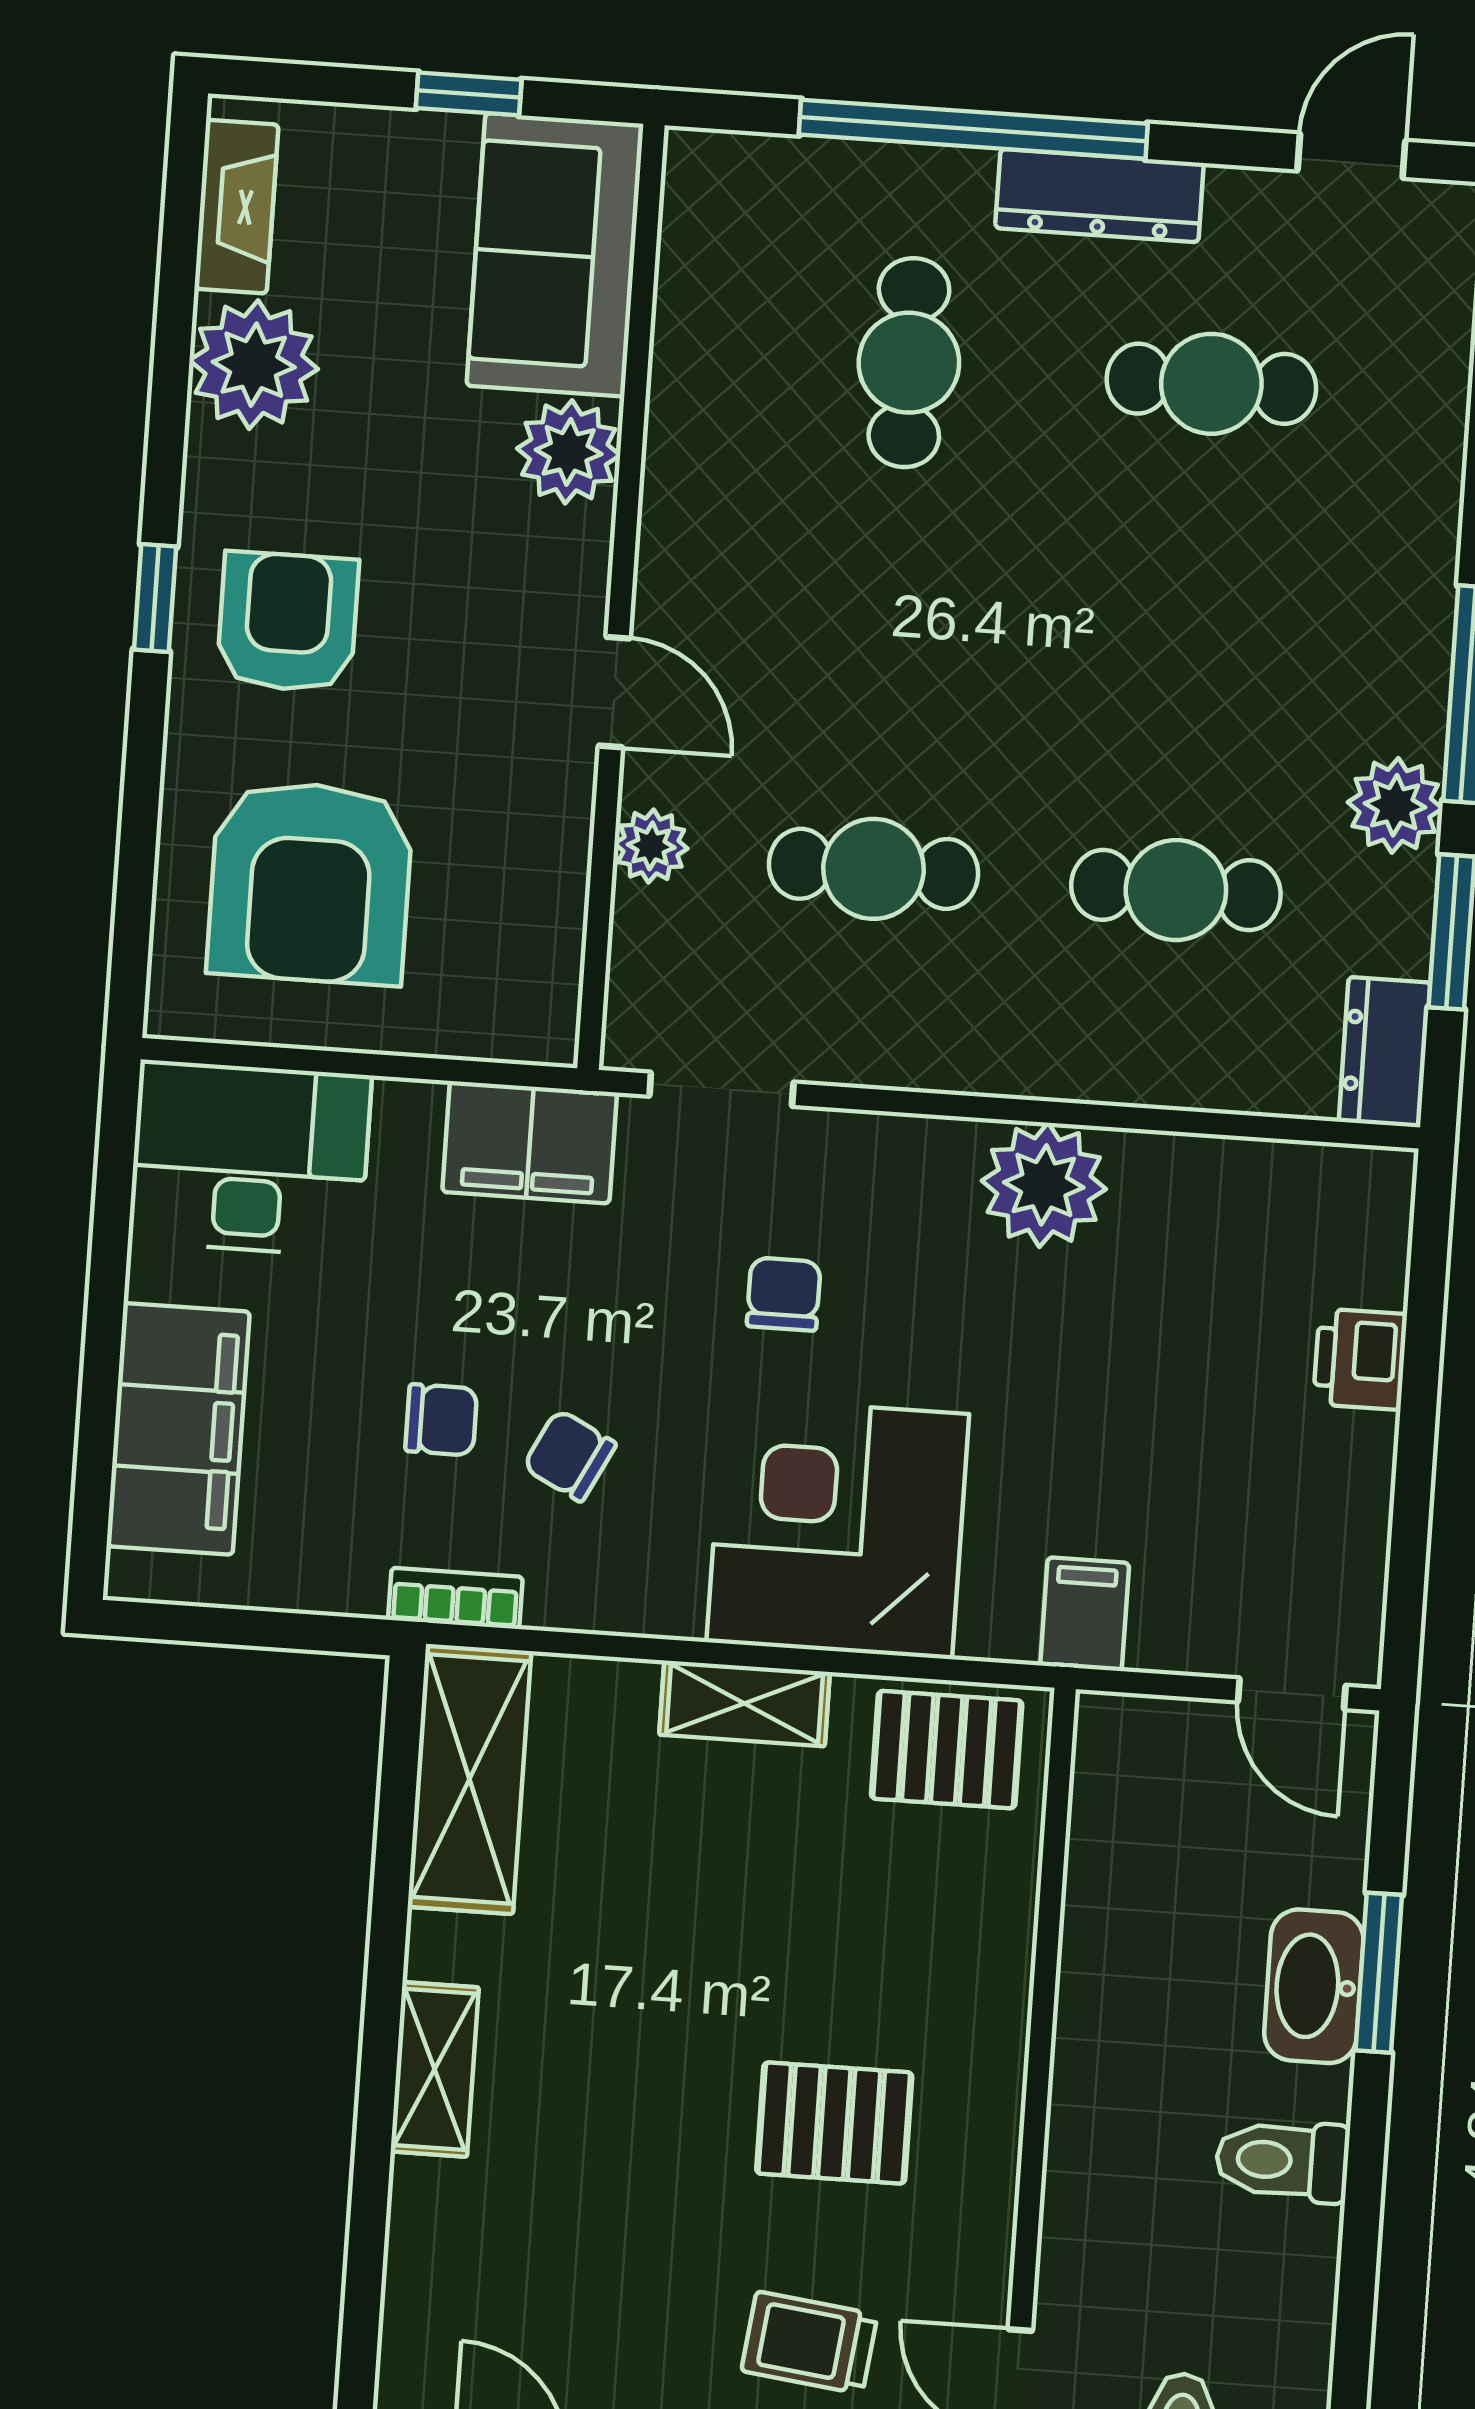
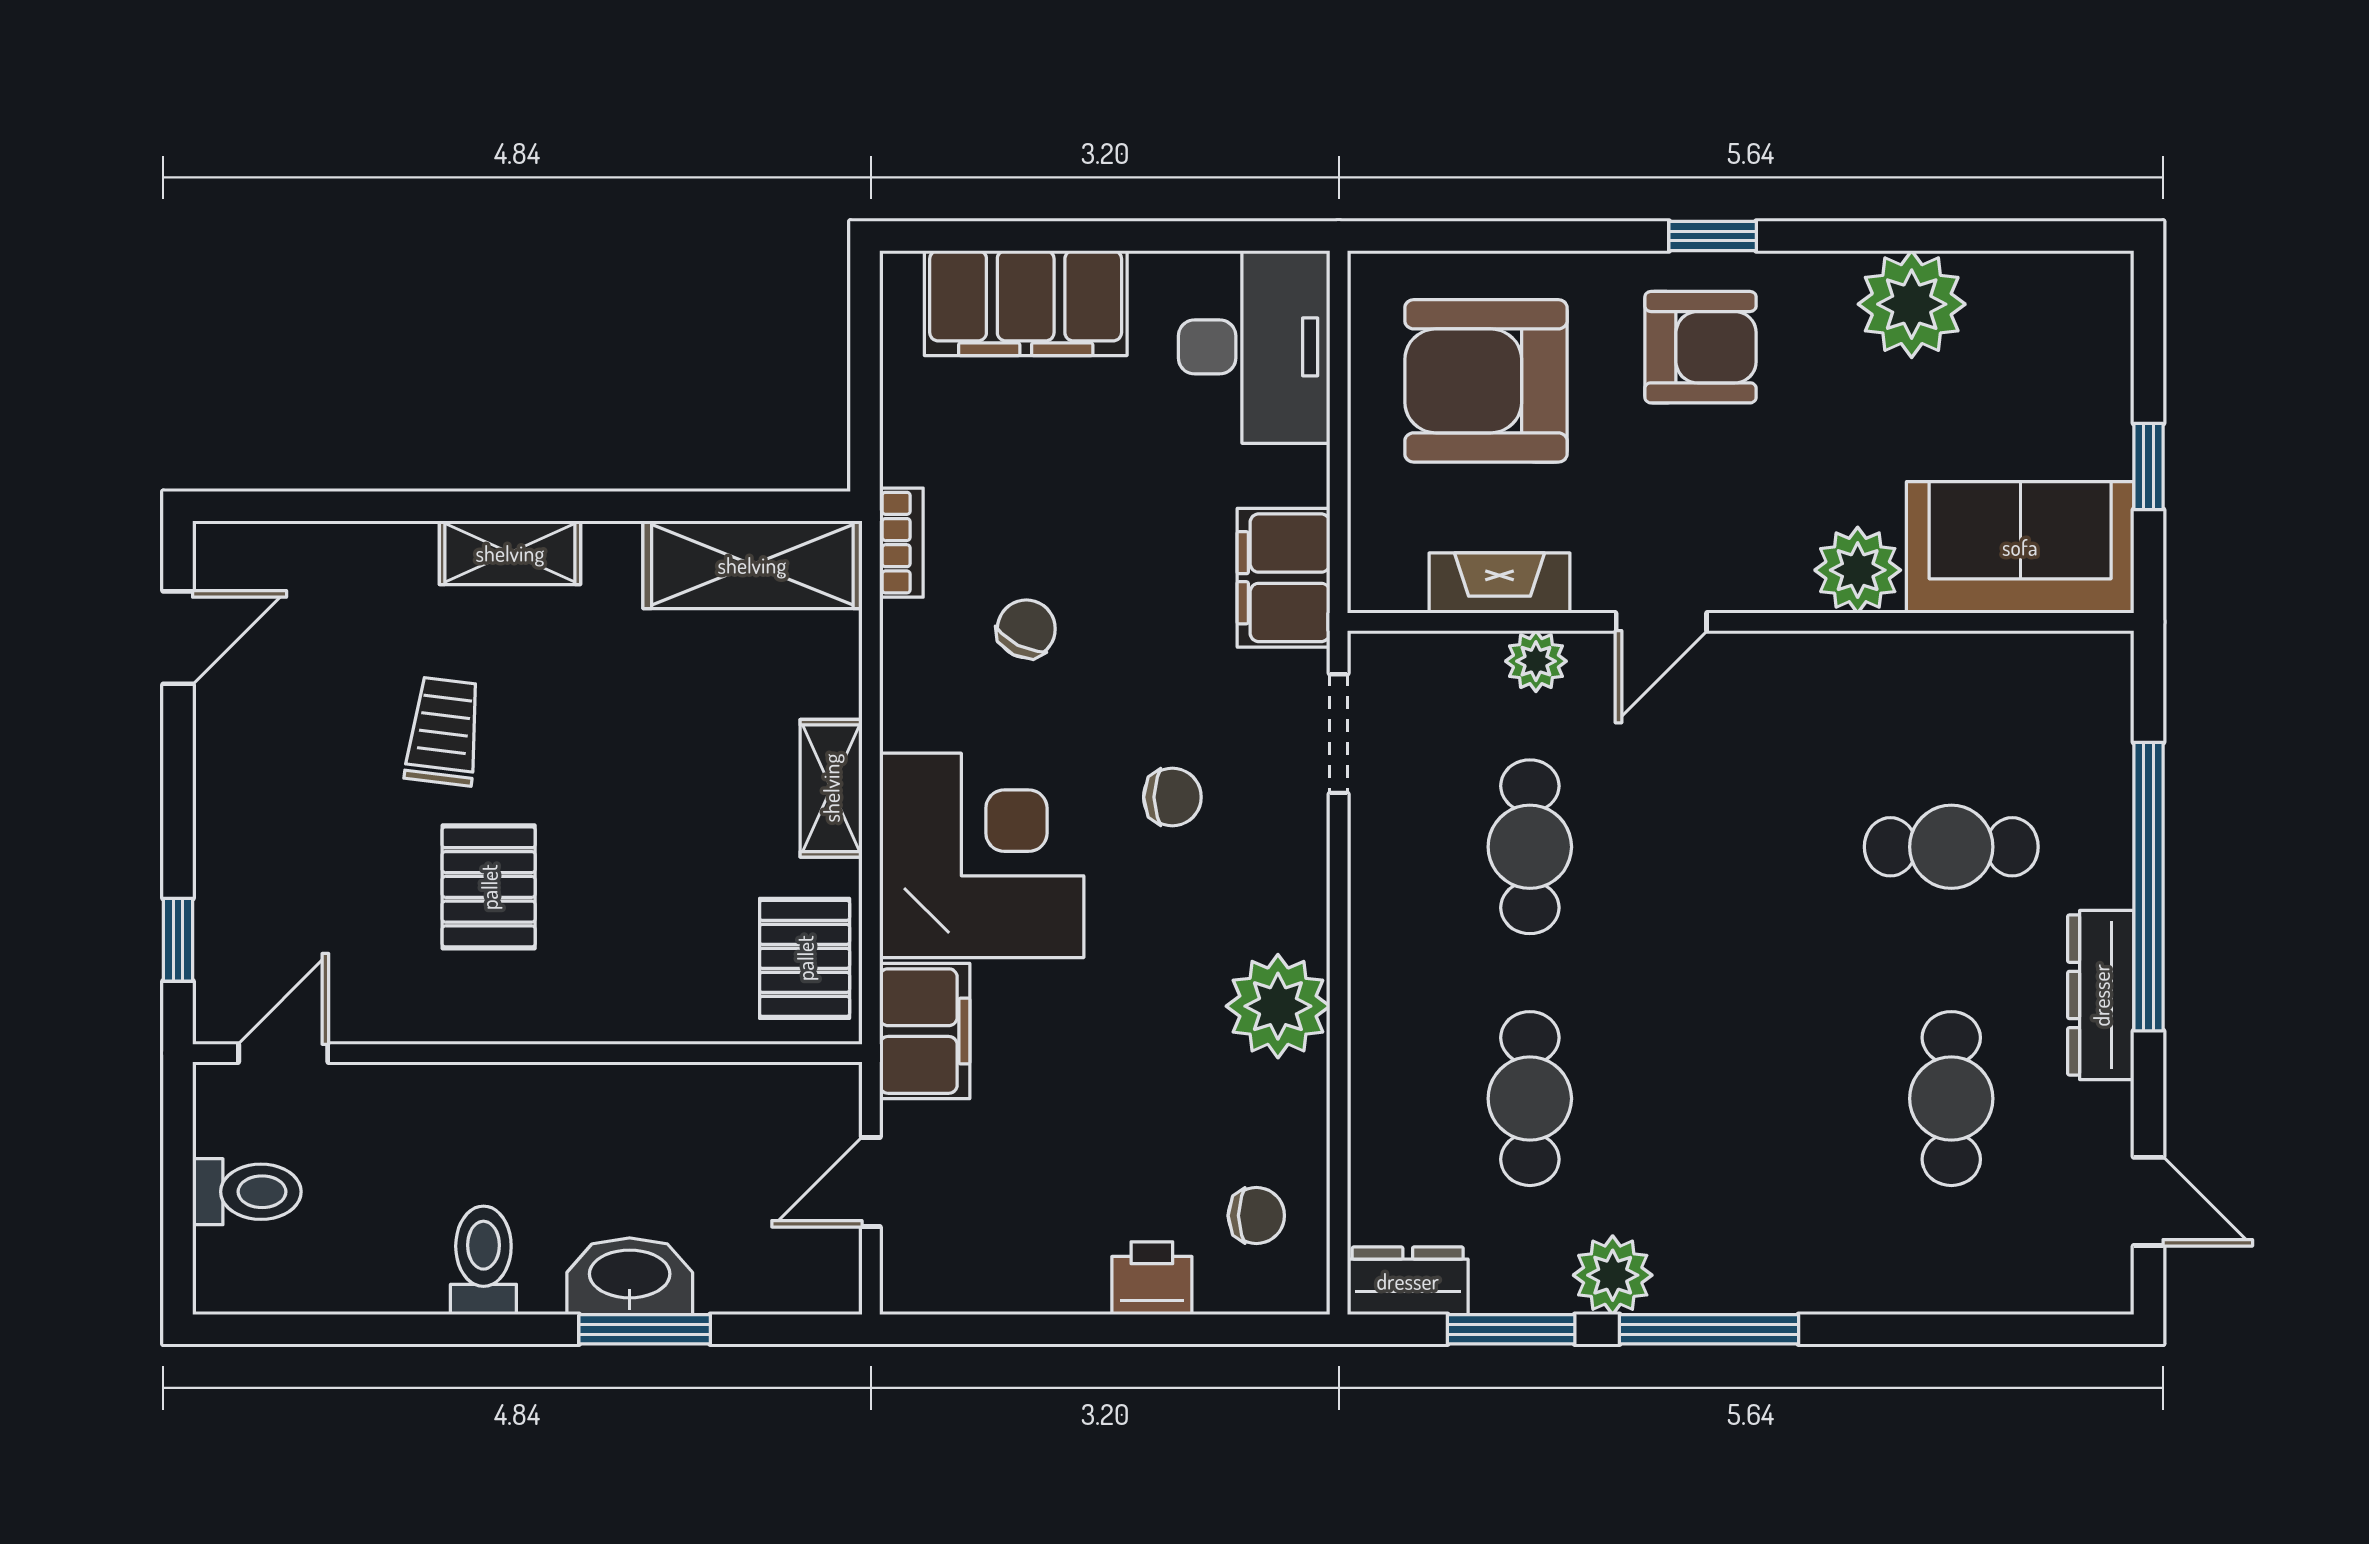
fireplace: (236, 207) -> (1499, 583), moved, turned 180
chair: (441, 1420) -> (1256, 1216), moved, turned -90
filing cabinet: (1085, 1614) -> (925, 1031), width x2.00
door: (1292, 1694) -> (871, 1182), moved
trolley: (809, 2343) -> (444, 731), moved

